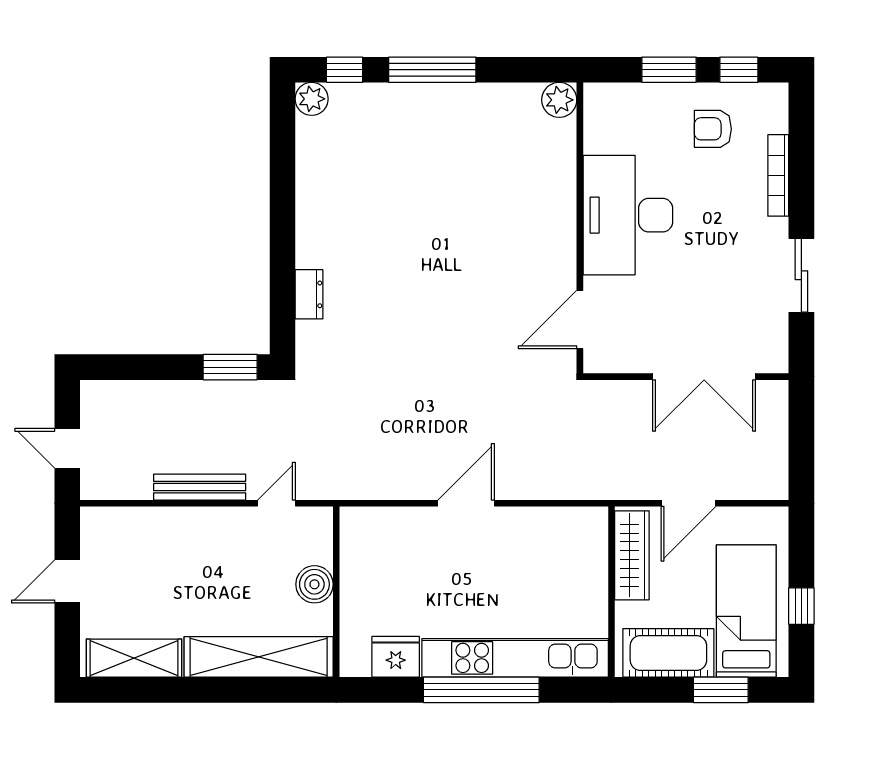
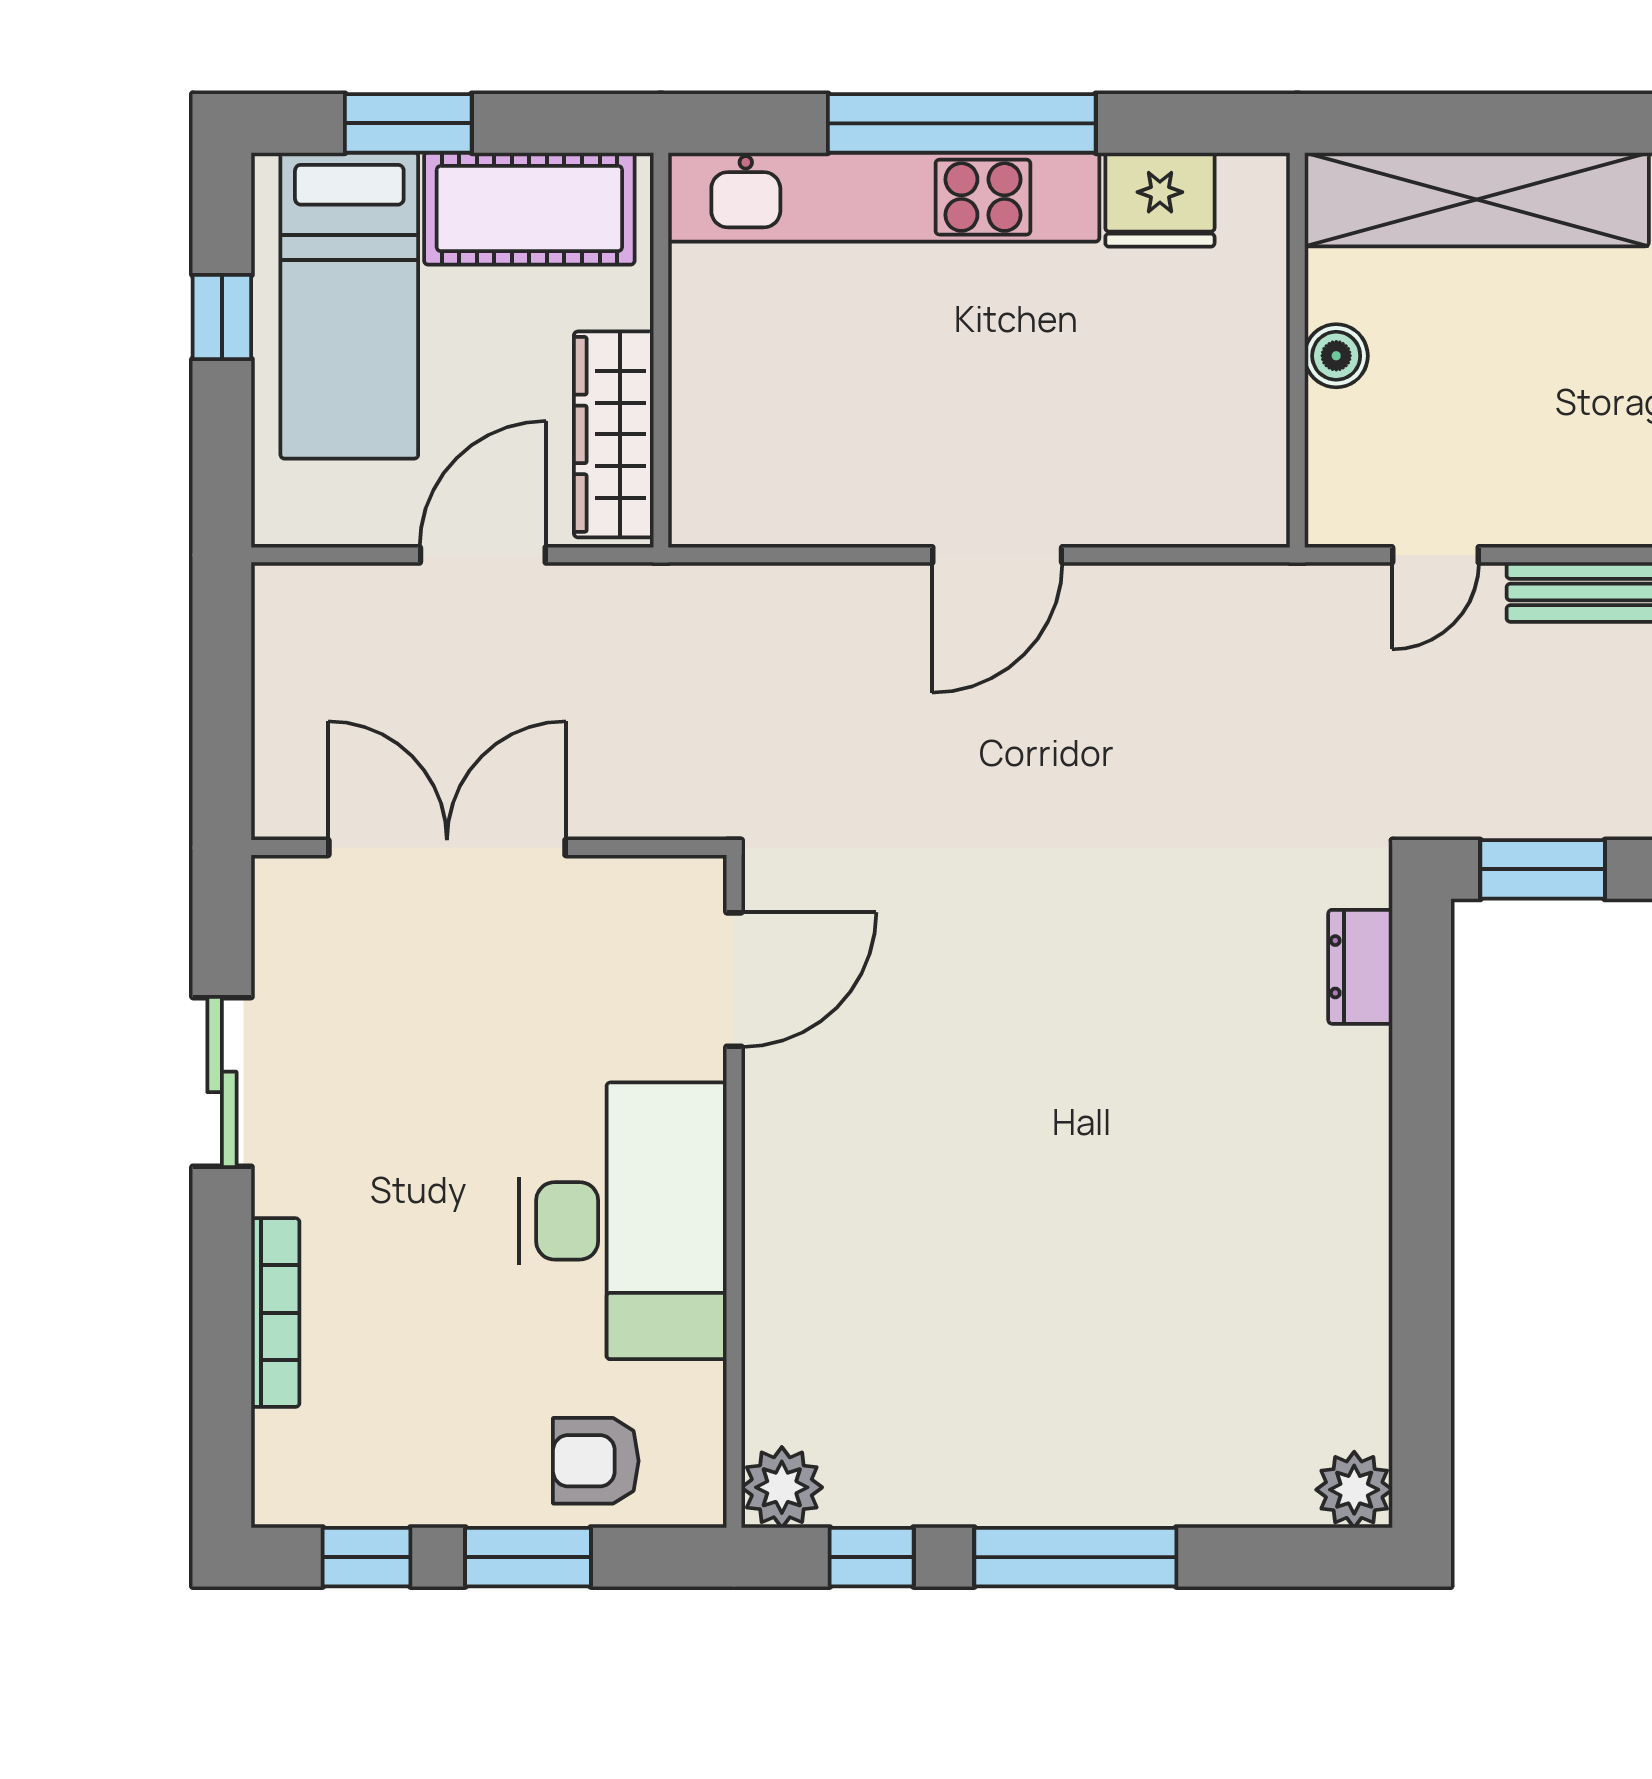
window: (345, 70) -> (872, 1557), moved
armchair: (713, 129) -> (596, 1461), moved, turned 180
dresser: (309, 294) -> (1360, 967), moved
boiler: (314, 584) -> (1336, 356), width x0.73, depth x0.73

